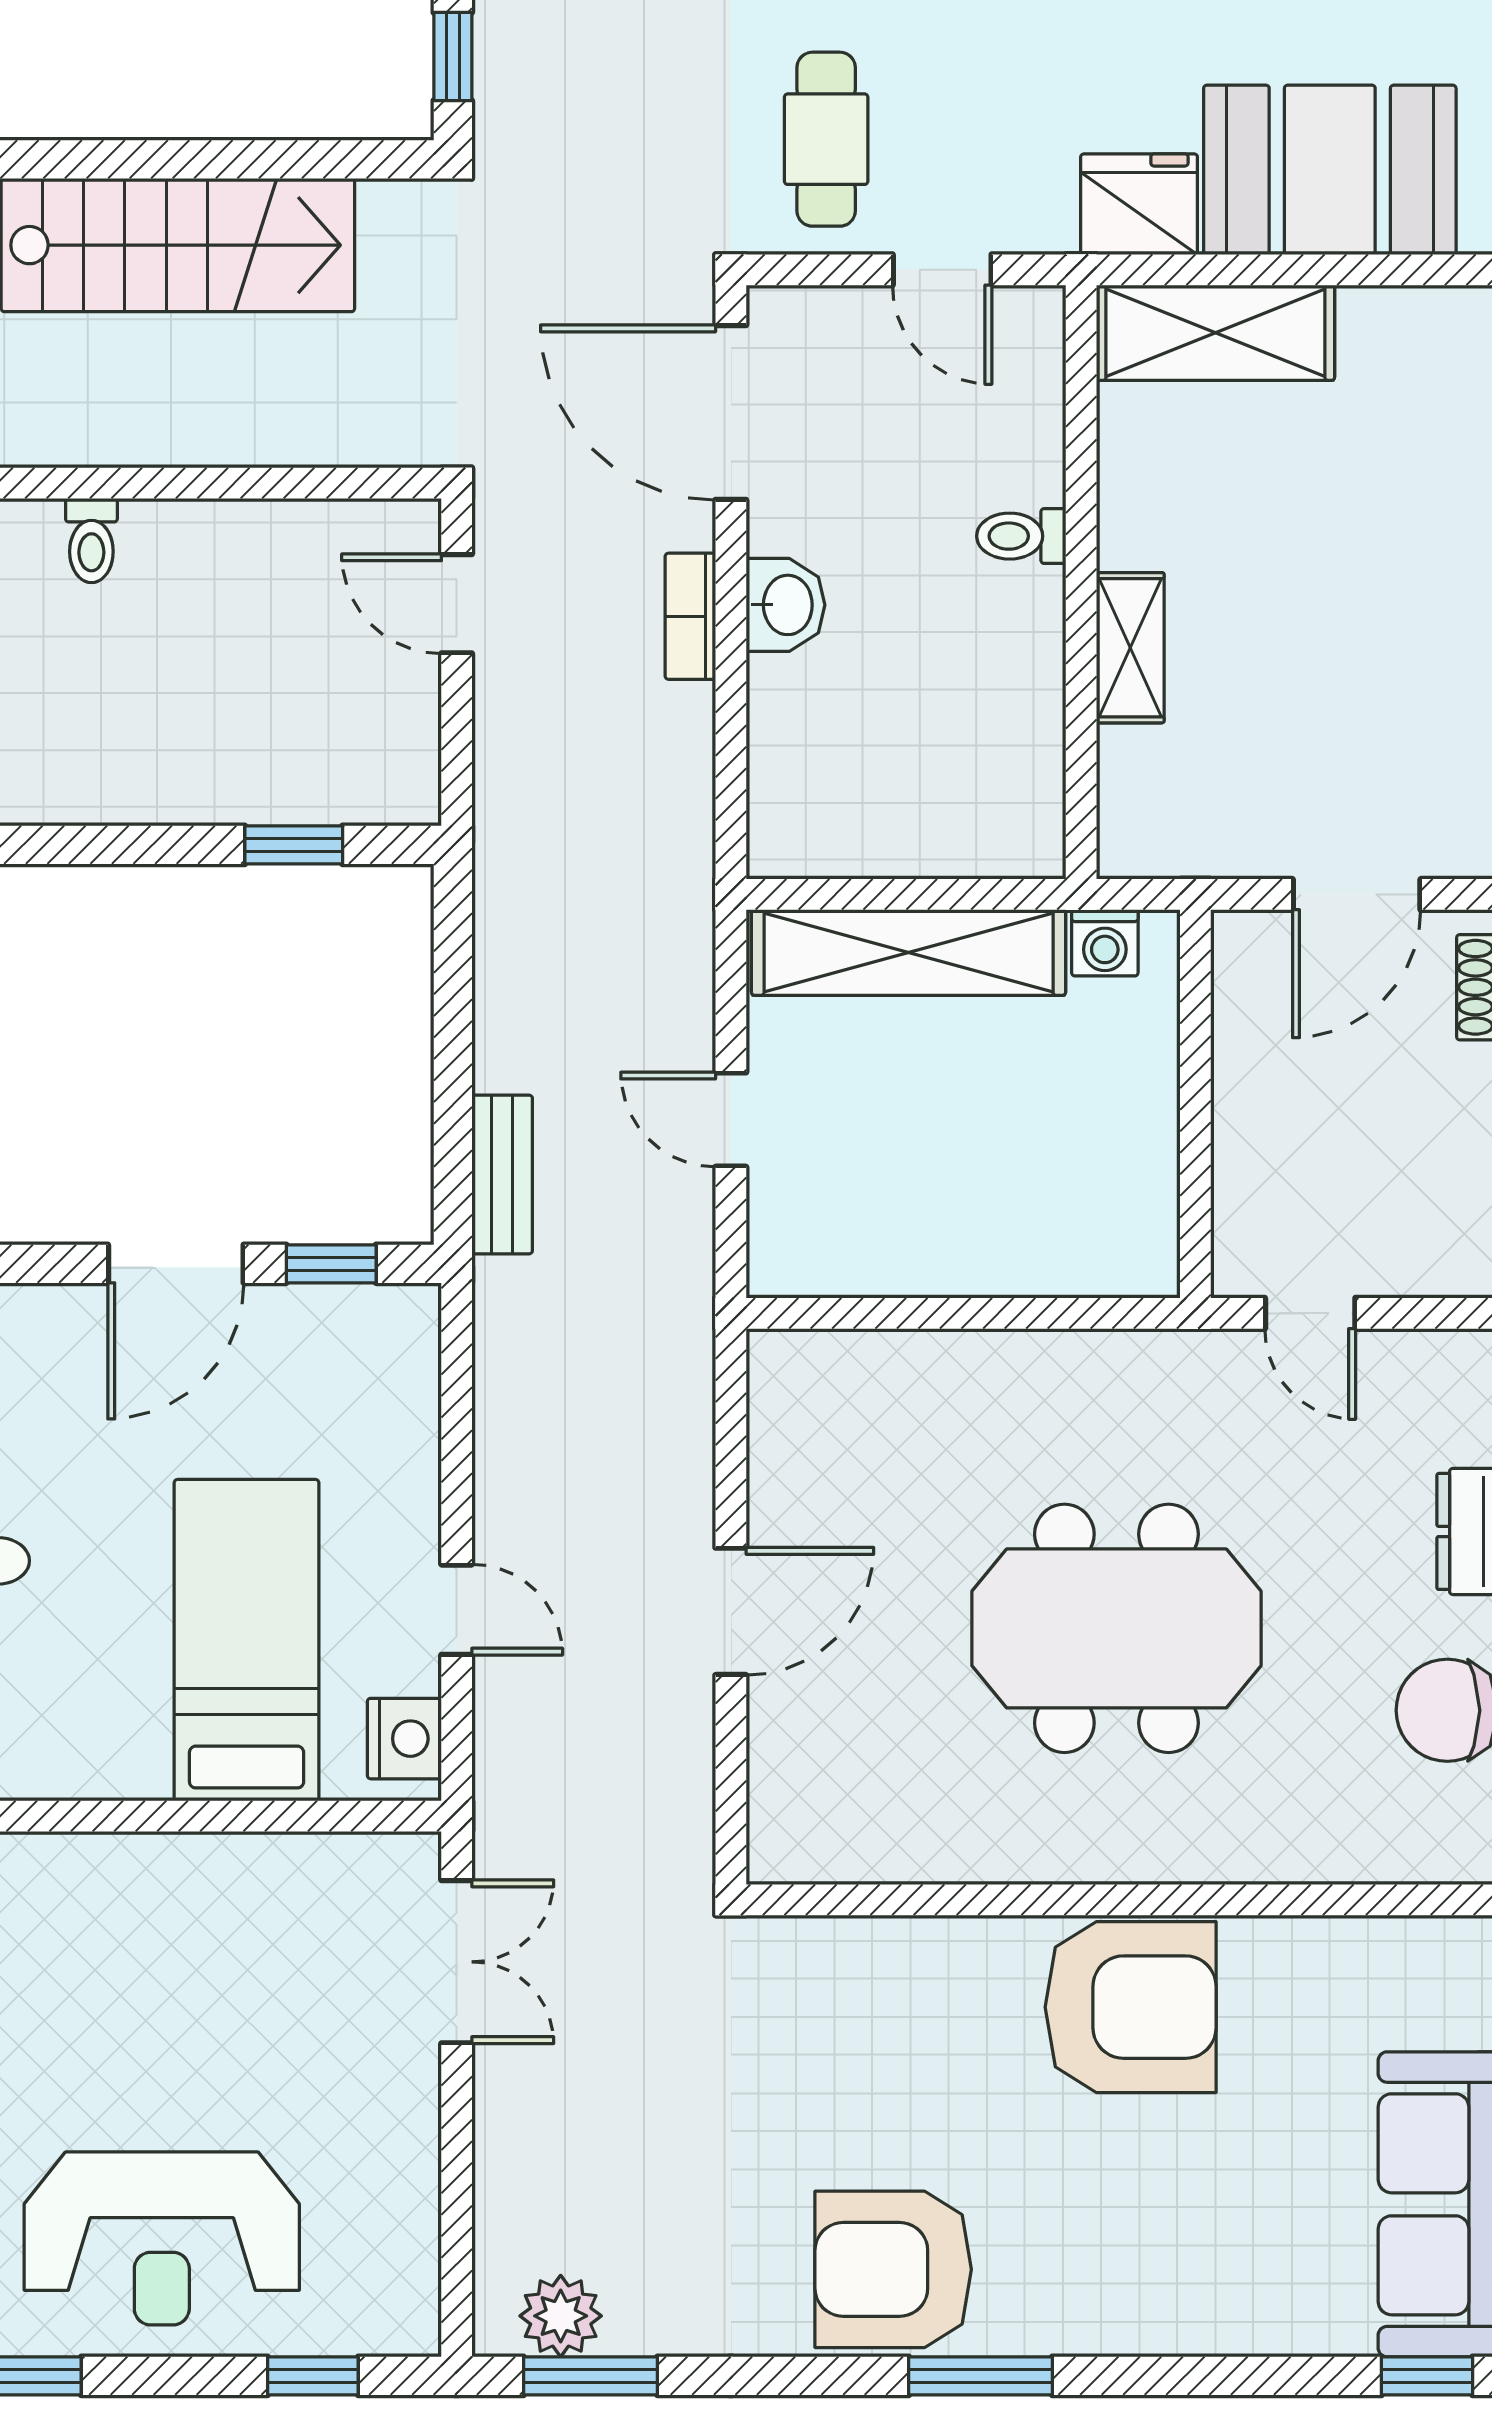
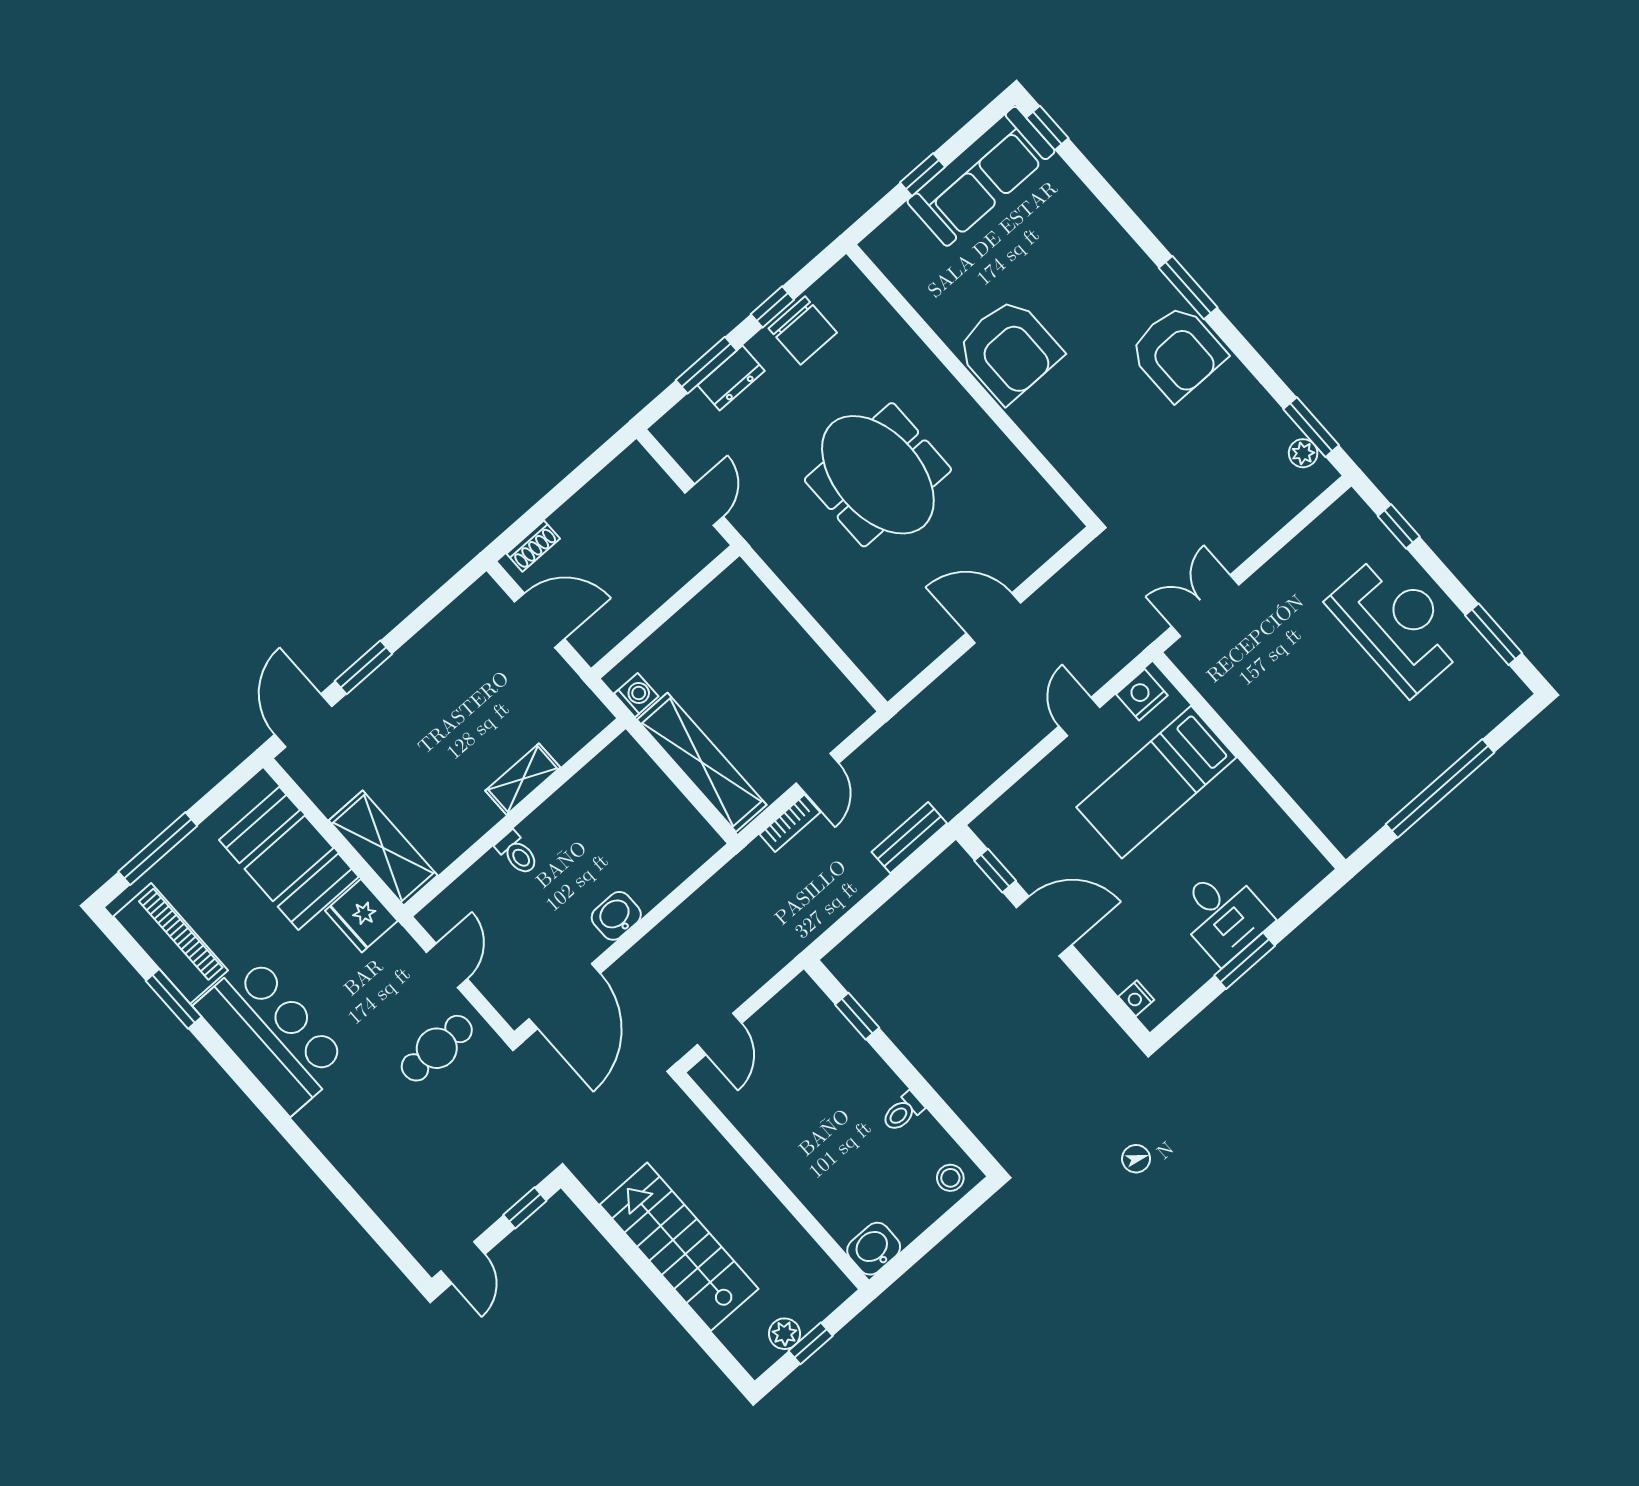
toilet: (91, 540) -> (903, 1112), moved, turned 180
bookcase: (690, 616) -> (790, 823), moved
armchair: (1131, 2007) -> (1009, 350), turned 180
plant: (561, 2316) -> (1303, 453), width x0.73, depth x0.73

